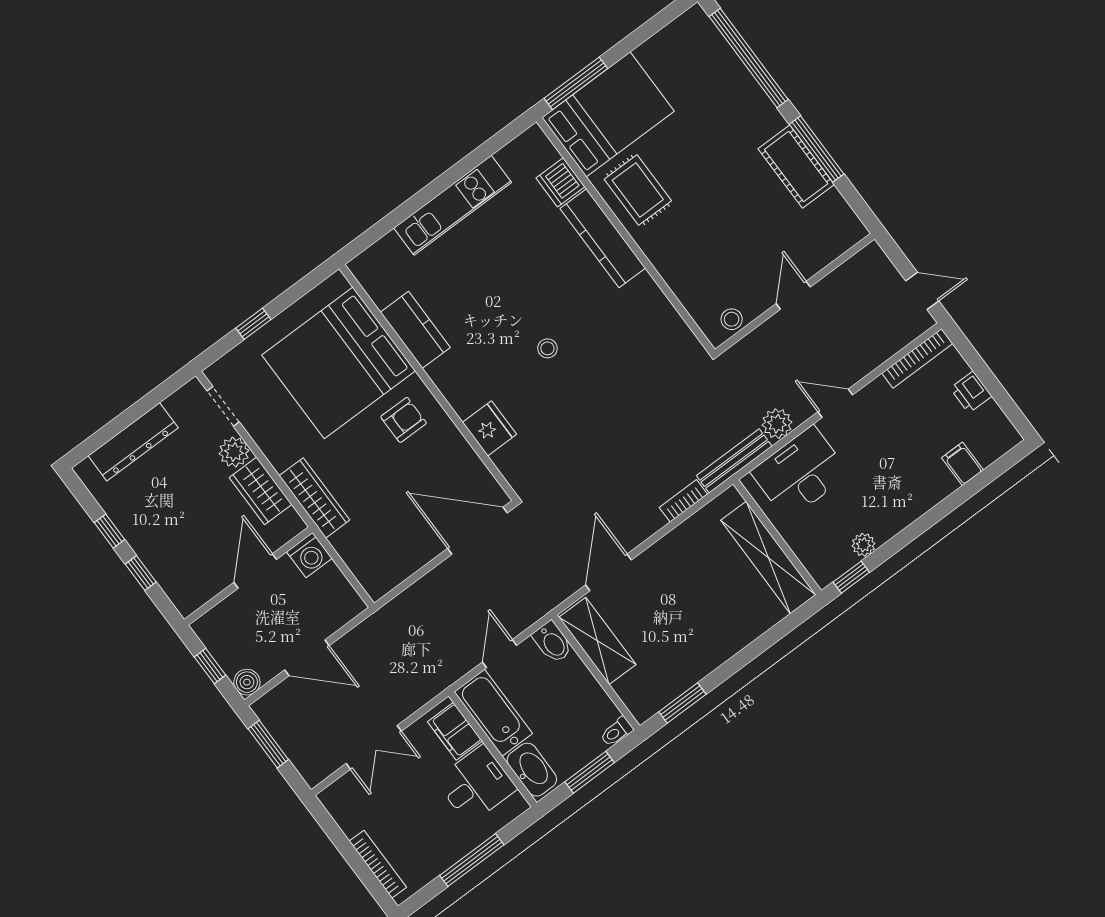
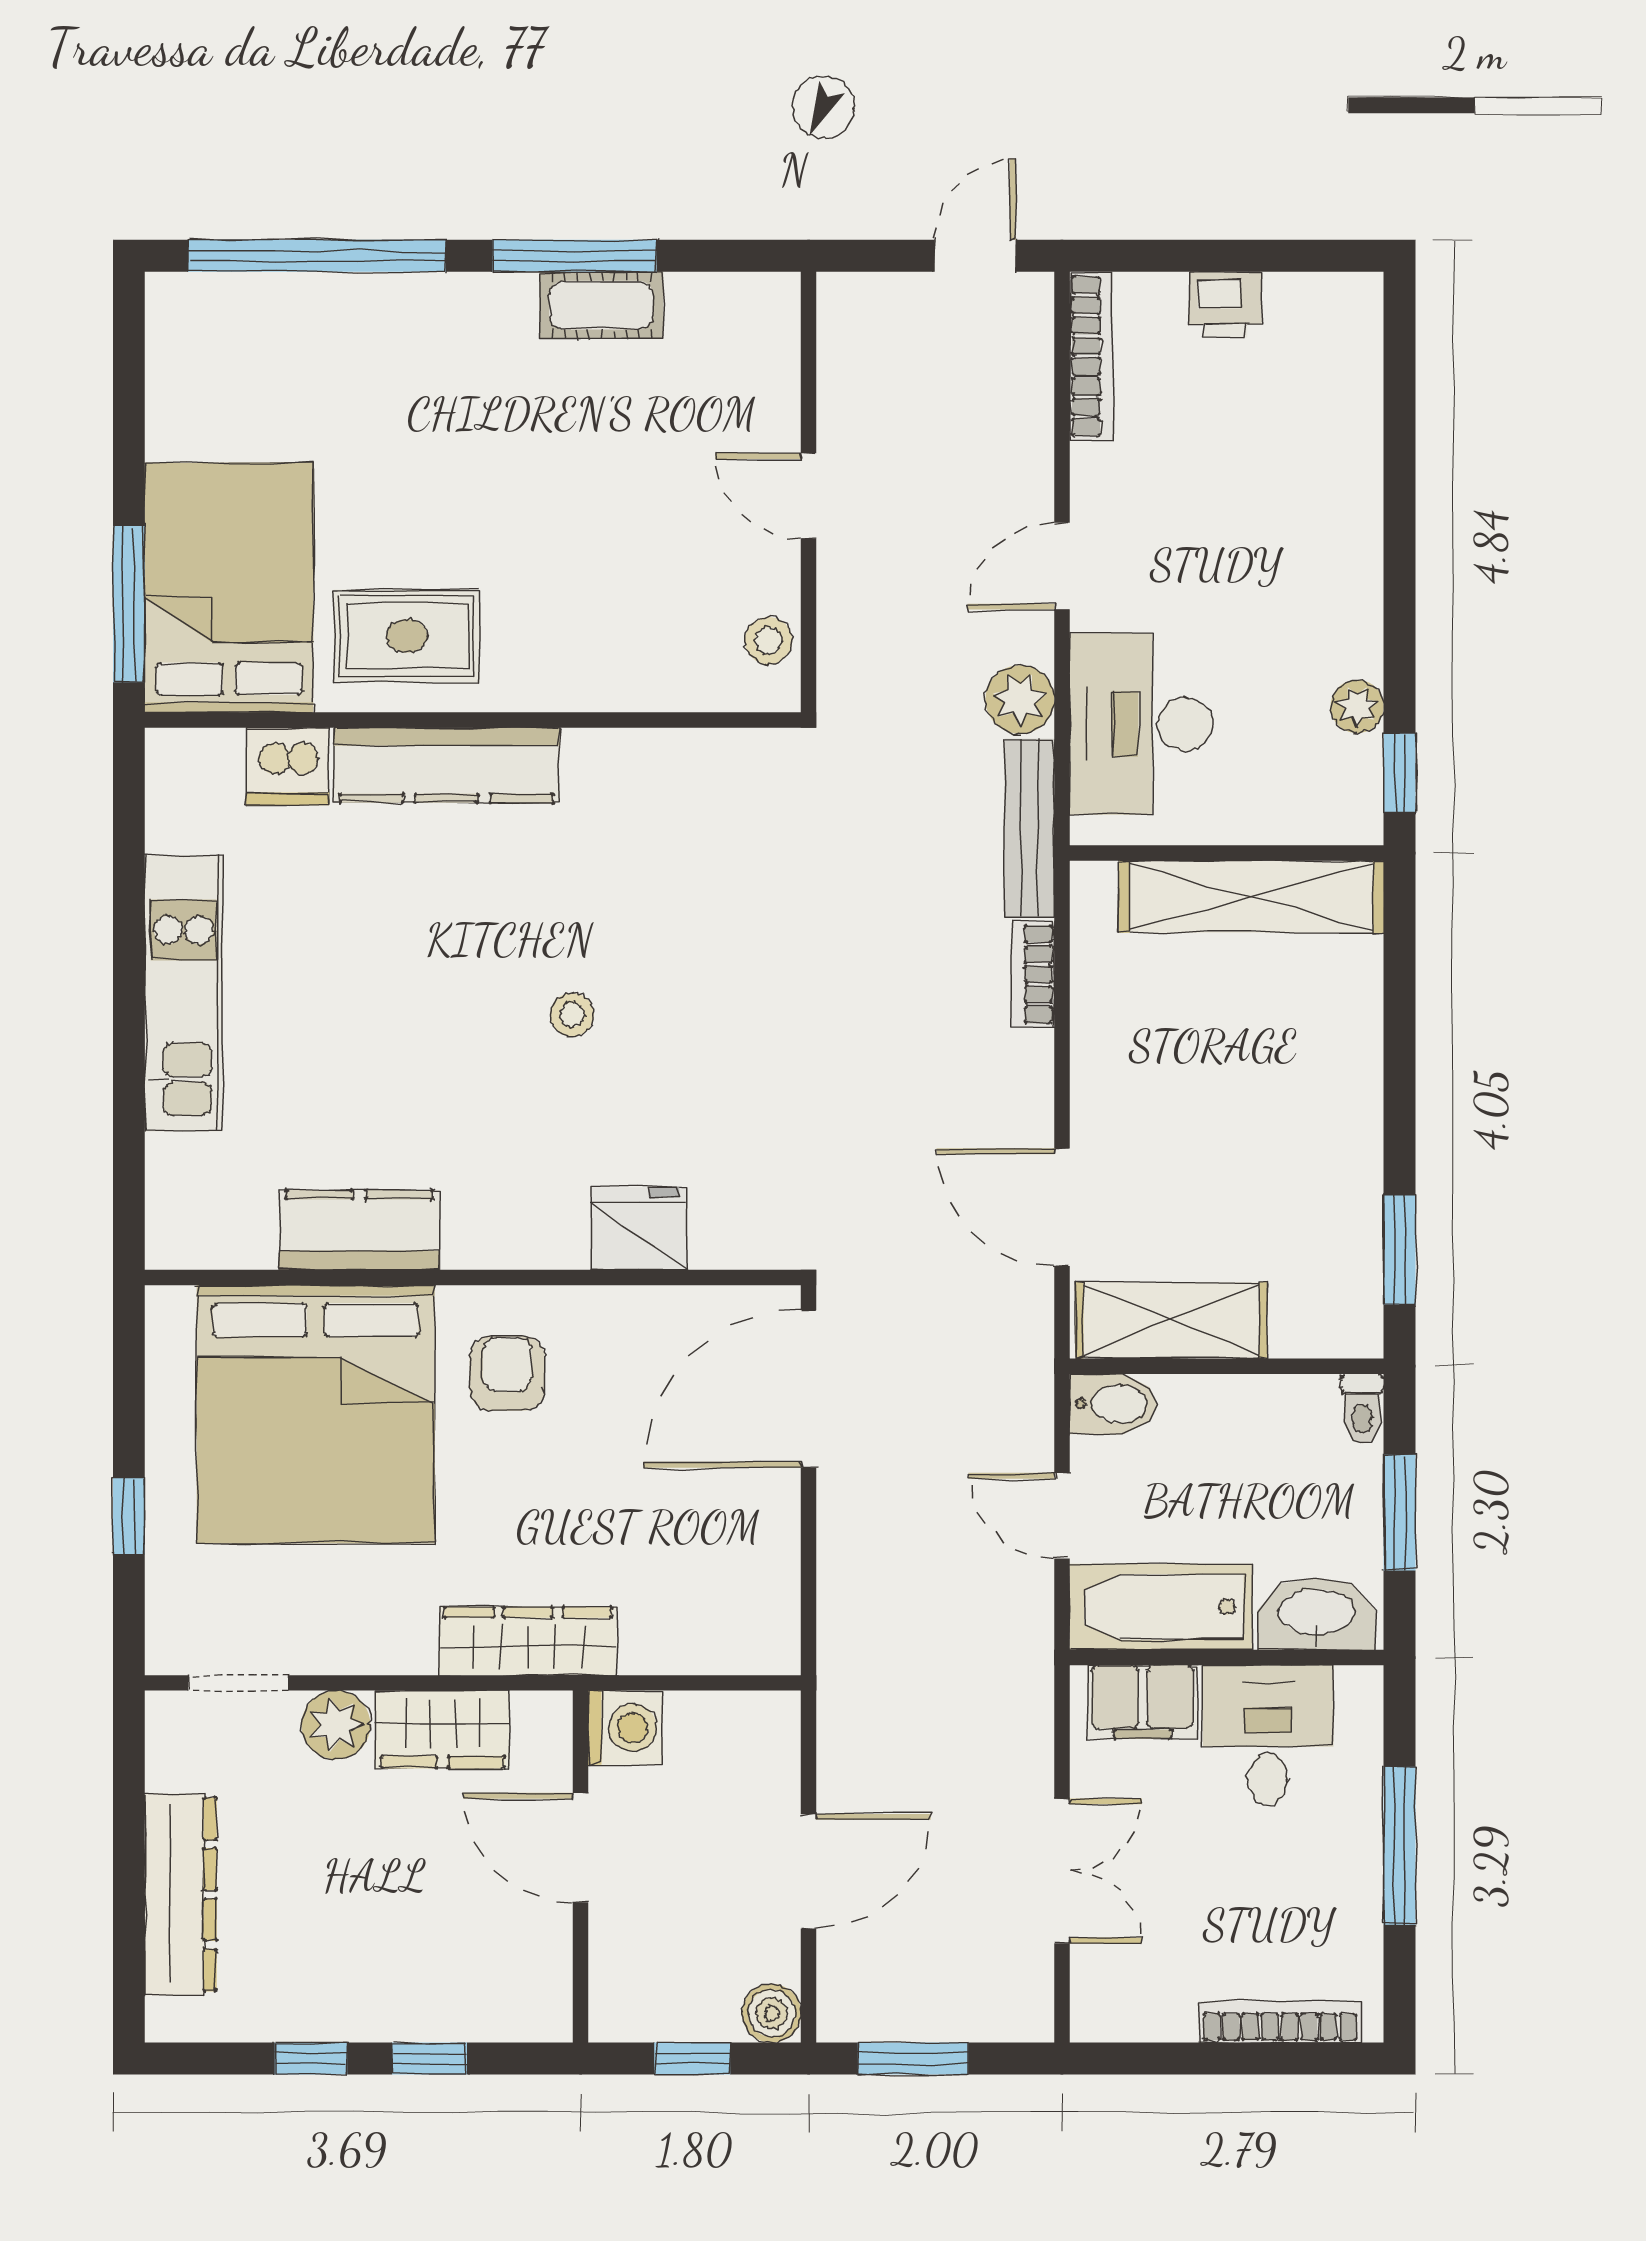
cot: (796, 167) -> (601, 305), width x0.73, depth x0.75
filing cabinet: (962, 464) -> (1344, 417), removed

